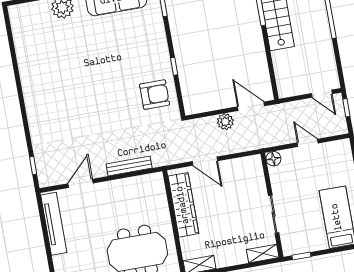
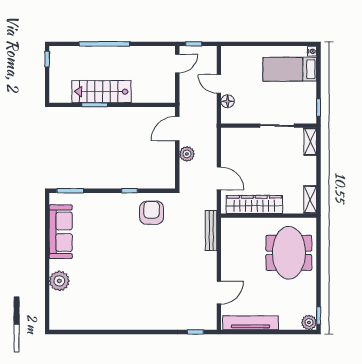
door: (308, 143) -> (219, 84), hinge flipped
floor lamp: (273, 159) -> (228, 101), moved
door: (205, 161) -> (219, 178), hinge flipped
bench: (129, 166) -> (211, 231), moved
door: (81, 183) -> (219, 293), swing flipped

